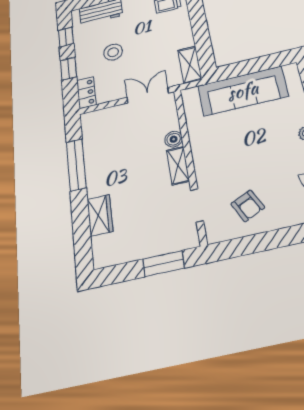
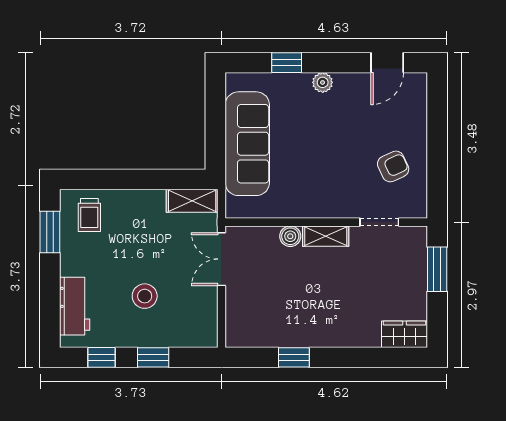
locker: (86, 93) -> (196, 337), removed
window: (76, 165) -> (294, 357), width x0.46
wardrobe: (100, 215) -> (404, 334), moved

